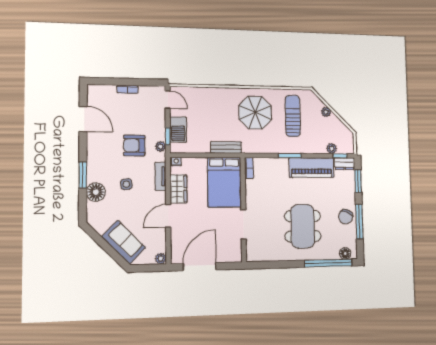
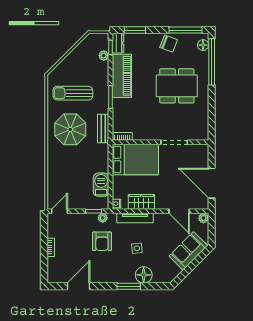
plant: (326, 112) -> (68, 60), removed
barbecue: (178, 130) -> (101, 185), moved, turned -90
bench: (226, 147) -> (103, 129), moved
tv unit: (160, 176) -> (135, 218), width x1.41
door: (168, 216) -> (179, 211), moved
window: (359, 222) -> (186, 30), moved

